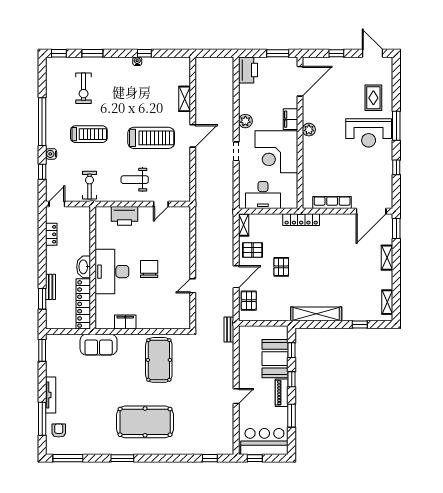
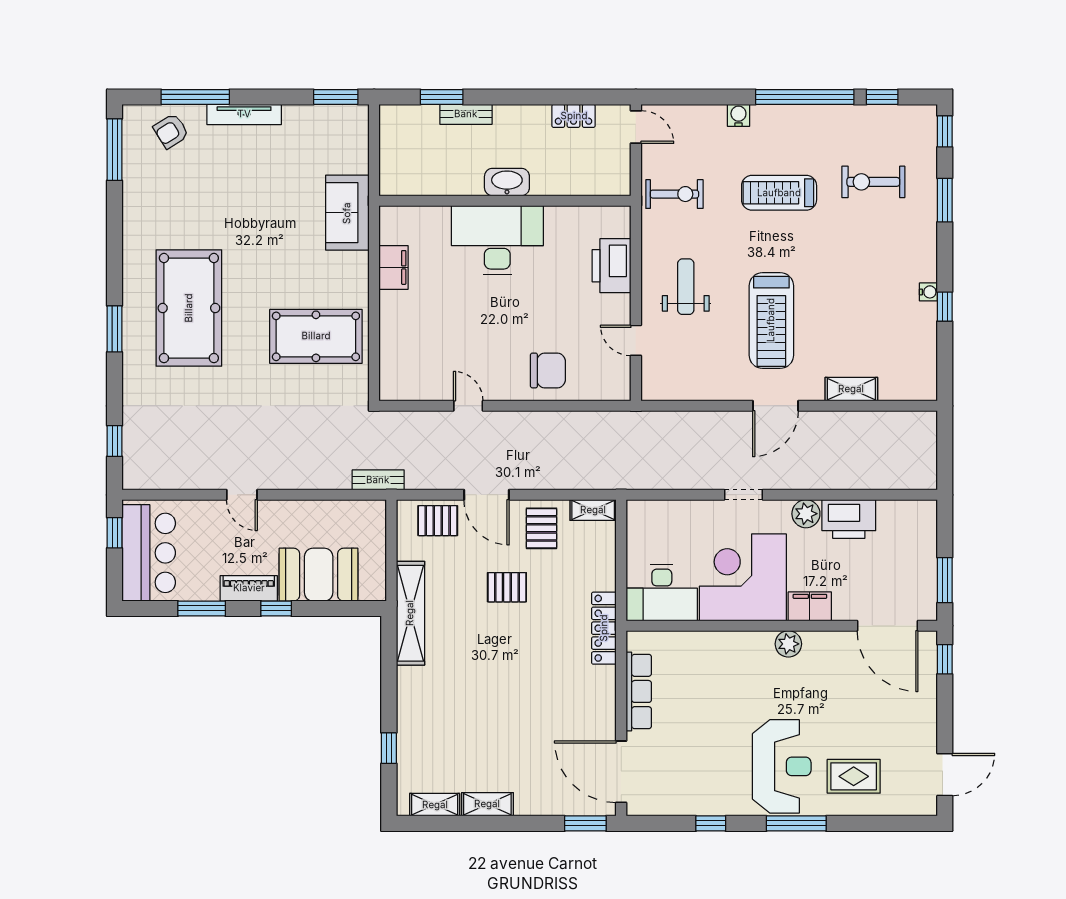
window: (336, 53) -> (945, 659), moved
printer: (248, 70) -> (849, 519), moved
reception desk: (369, 133) -> (782, 766), turned 180
treadmill: (89, 134) -> (779, 193), turned 90
door: (193, 136) -> (775, 406), hinge flipped
window: (42, 172) -> (882, 97), moved
desk: (263, 195) -> (662, 593), moved, turned -90
shelving: (387, 258) -> (487, 804), moved
chair: (149, 269) -> (548, 370), moved
locker: (83, 304) -> (431, 181), removed
shelving: (316, 314) -> (410, 613), moved
window: (292, 350) -> (336, 608), removed
armchair: (59, 431) -> (171, 131), turned 148
window: (122, 458) -> (115, 329), moved

